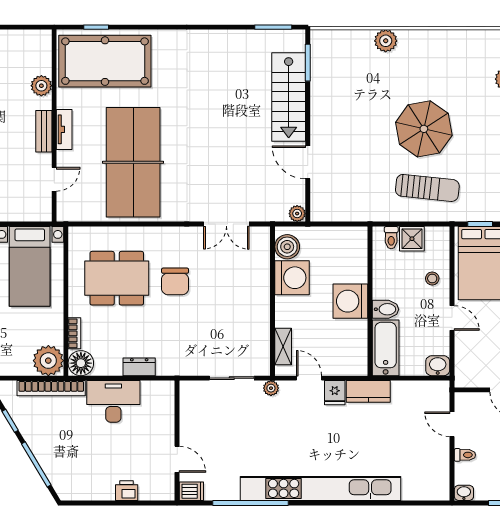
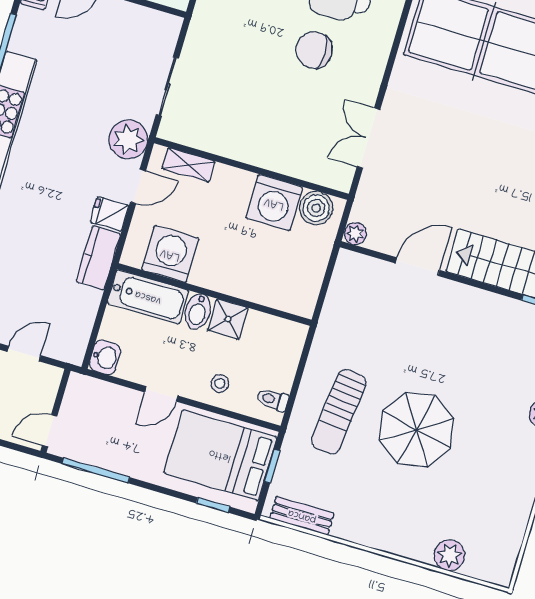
toilet: (391, 238) -> (273, 400), moved
shower: (412, 239) -> (228, 319), moved
washing machine: (350, 301) -> (170, 254), moved
plant: (271, 388) -> (128, 139), width x1.87, depth x1.87

